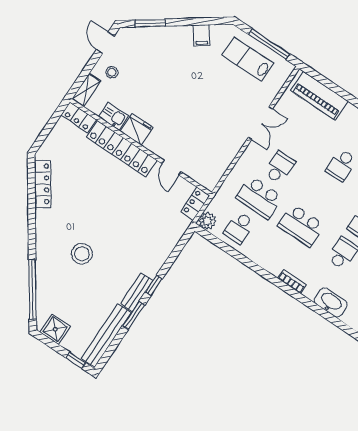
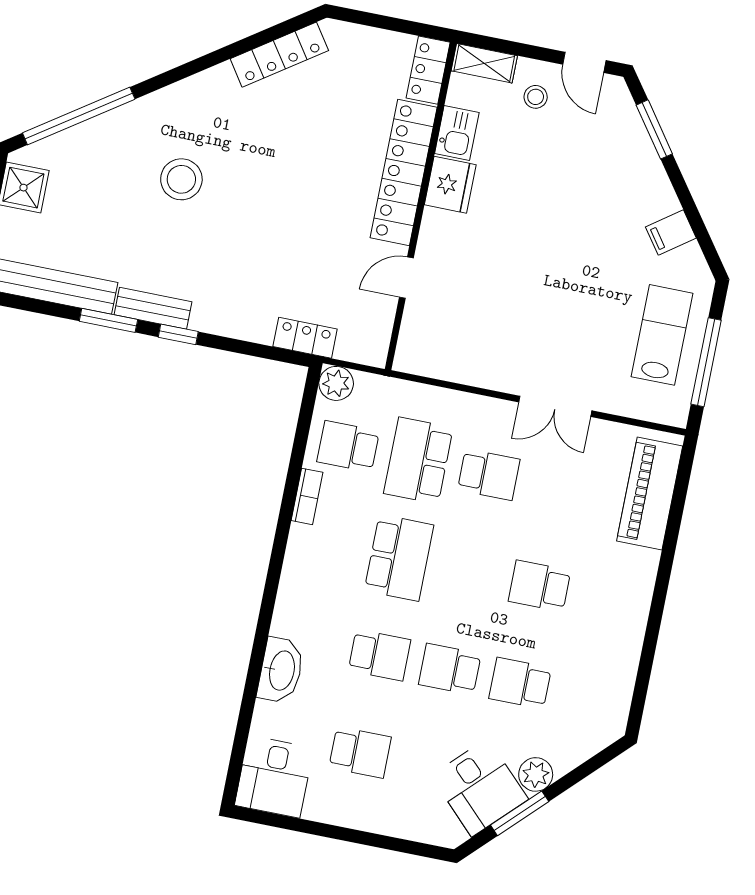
door: (105, 43) -> (584, 62), swing flipped
locker: (195, 204) -> (305, 338), moved
school desk: (301, 225) -> (399, 558), turned 180
bookcase: (292, 282) -> (307, 496), moved

